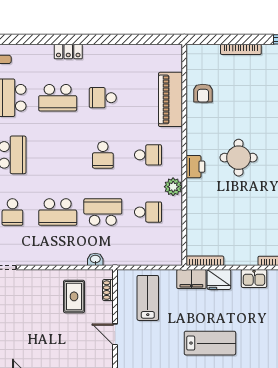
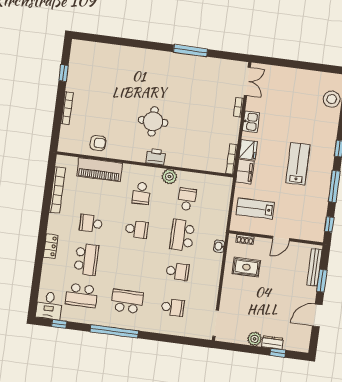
bookcase: (138, 51) -> (57, 190), added
school desk: (103, 98) -> (91, 223), turned 90
school desk: (148, 155) -> (141, 193), turned 180
school desk: (58, 212) -> (177, 271), width x0.54

